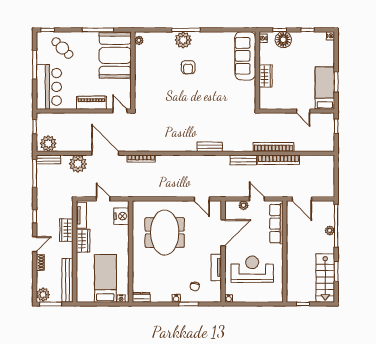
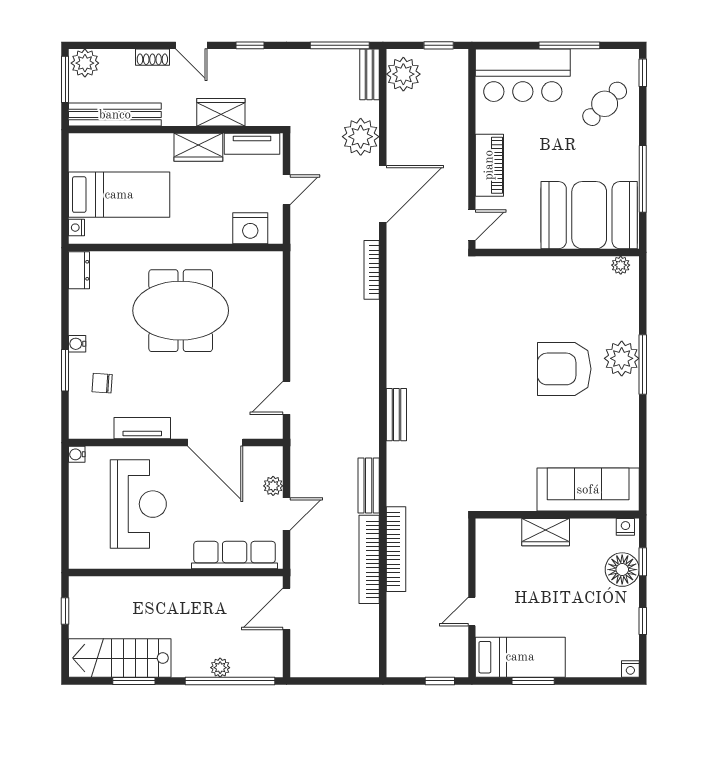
armchair: (188, 67) -> (564, 369), width x1.88, depth x1.88
meeting table: (165, 233) -> (181, 311), moved

